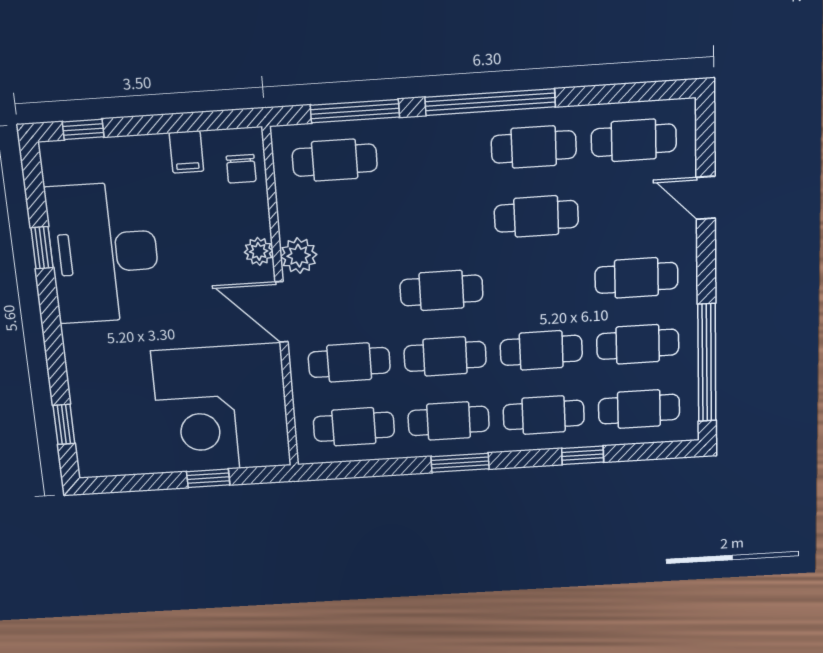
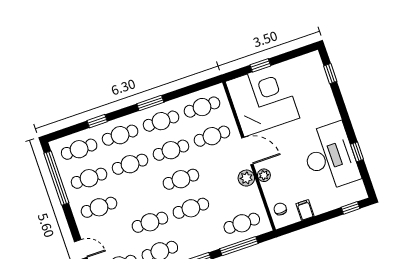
cafe table: (438, 223) -> (191, 208), added

